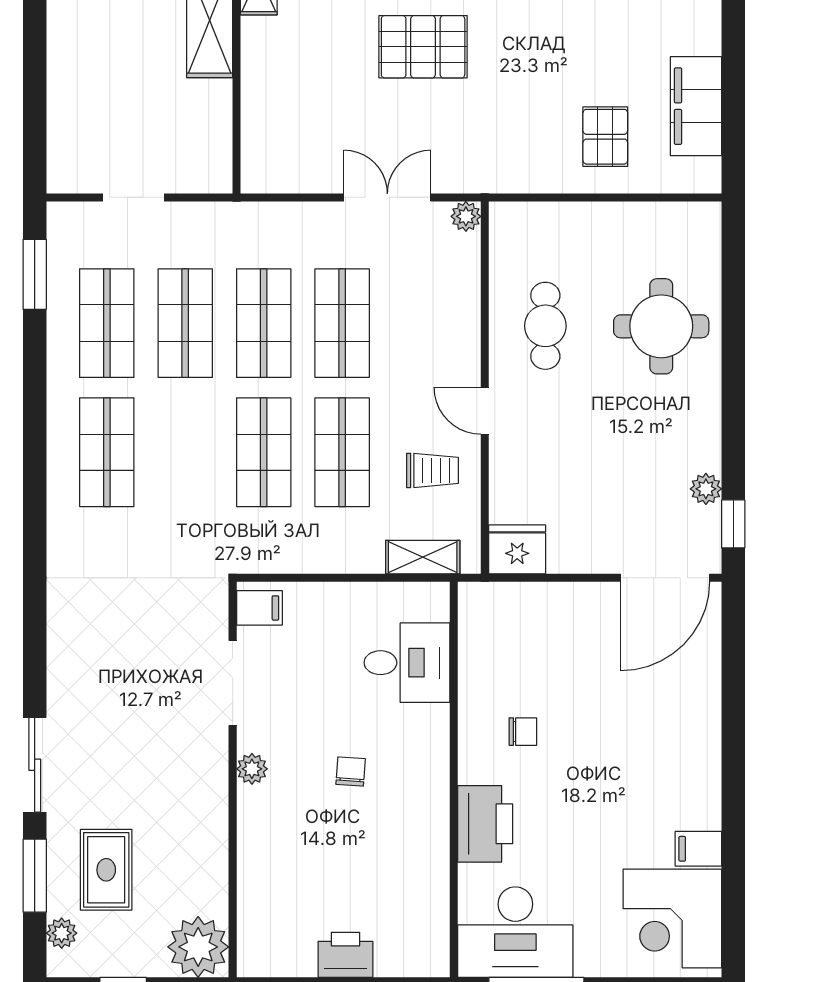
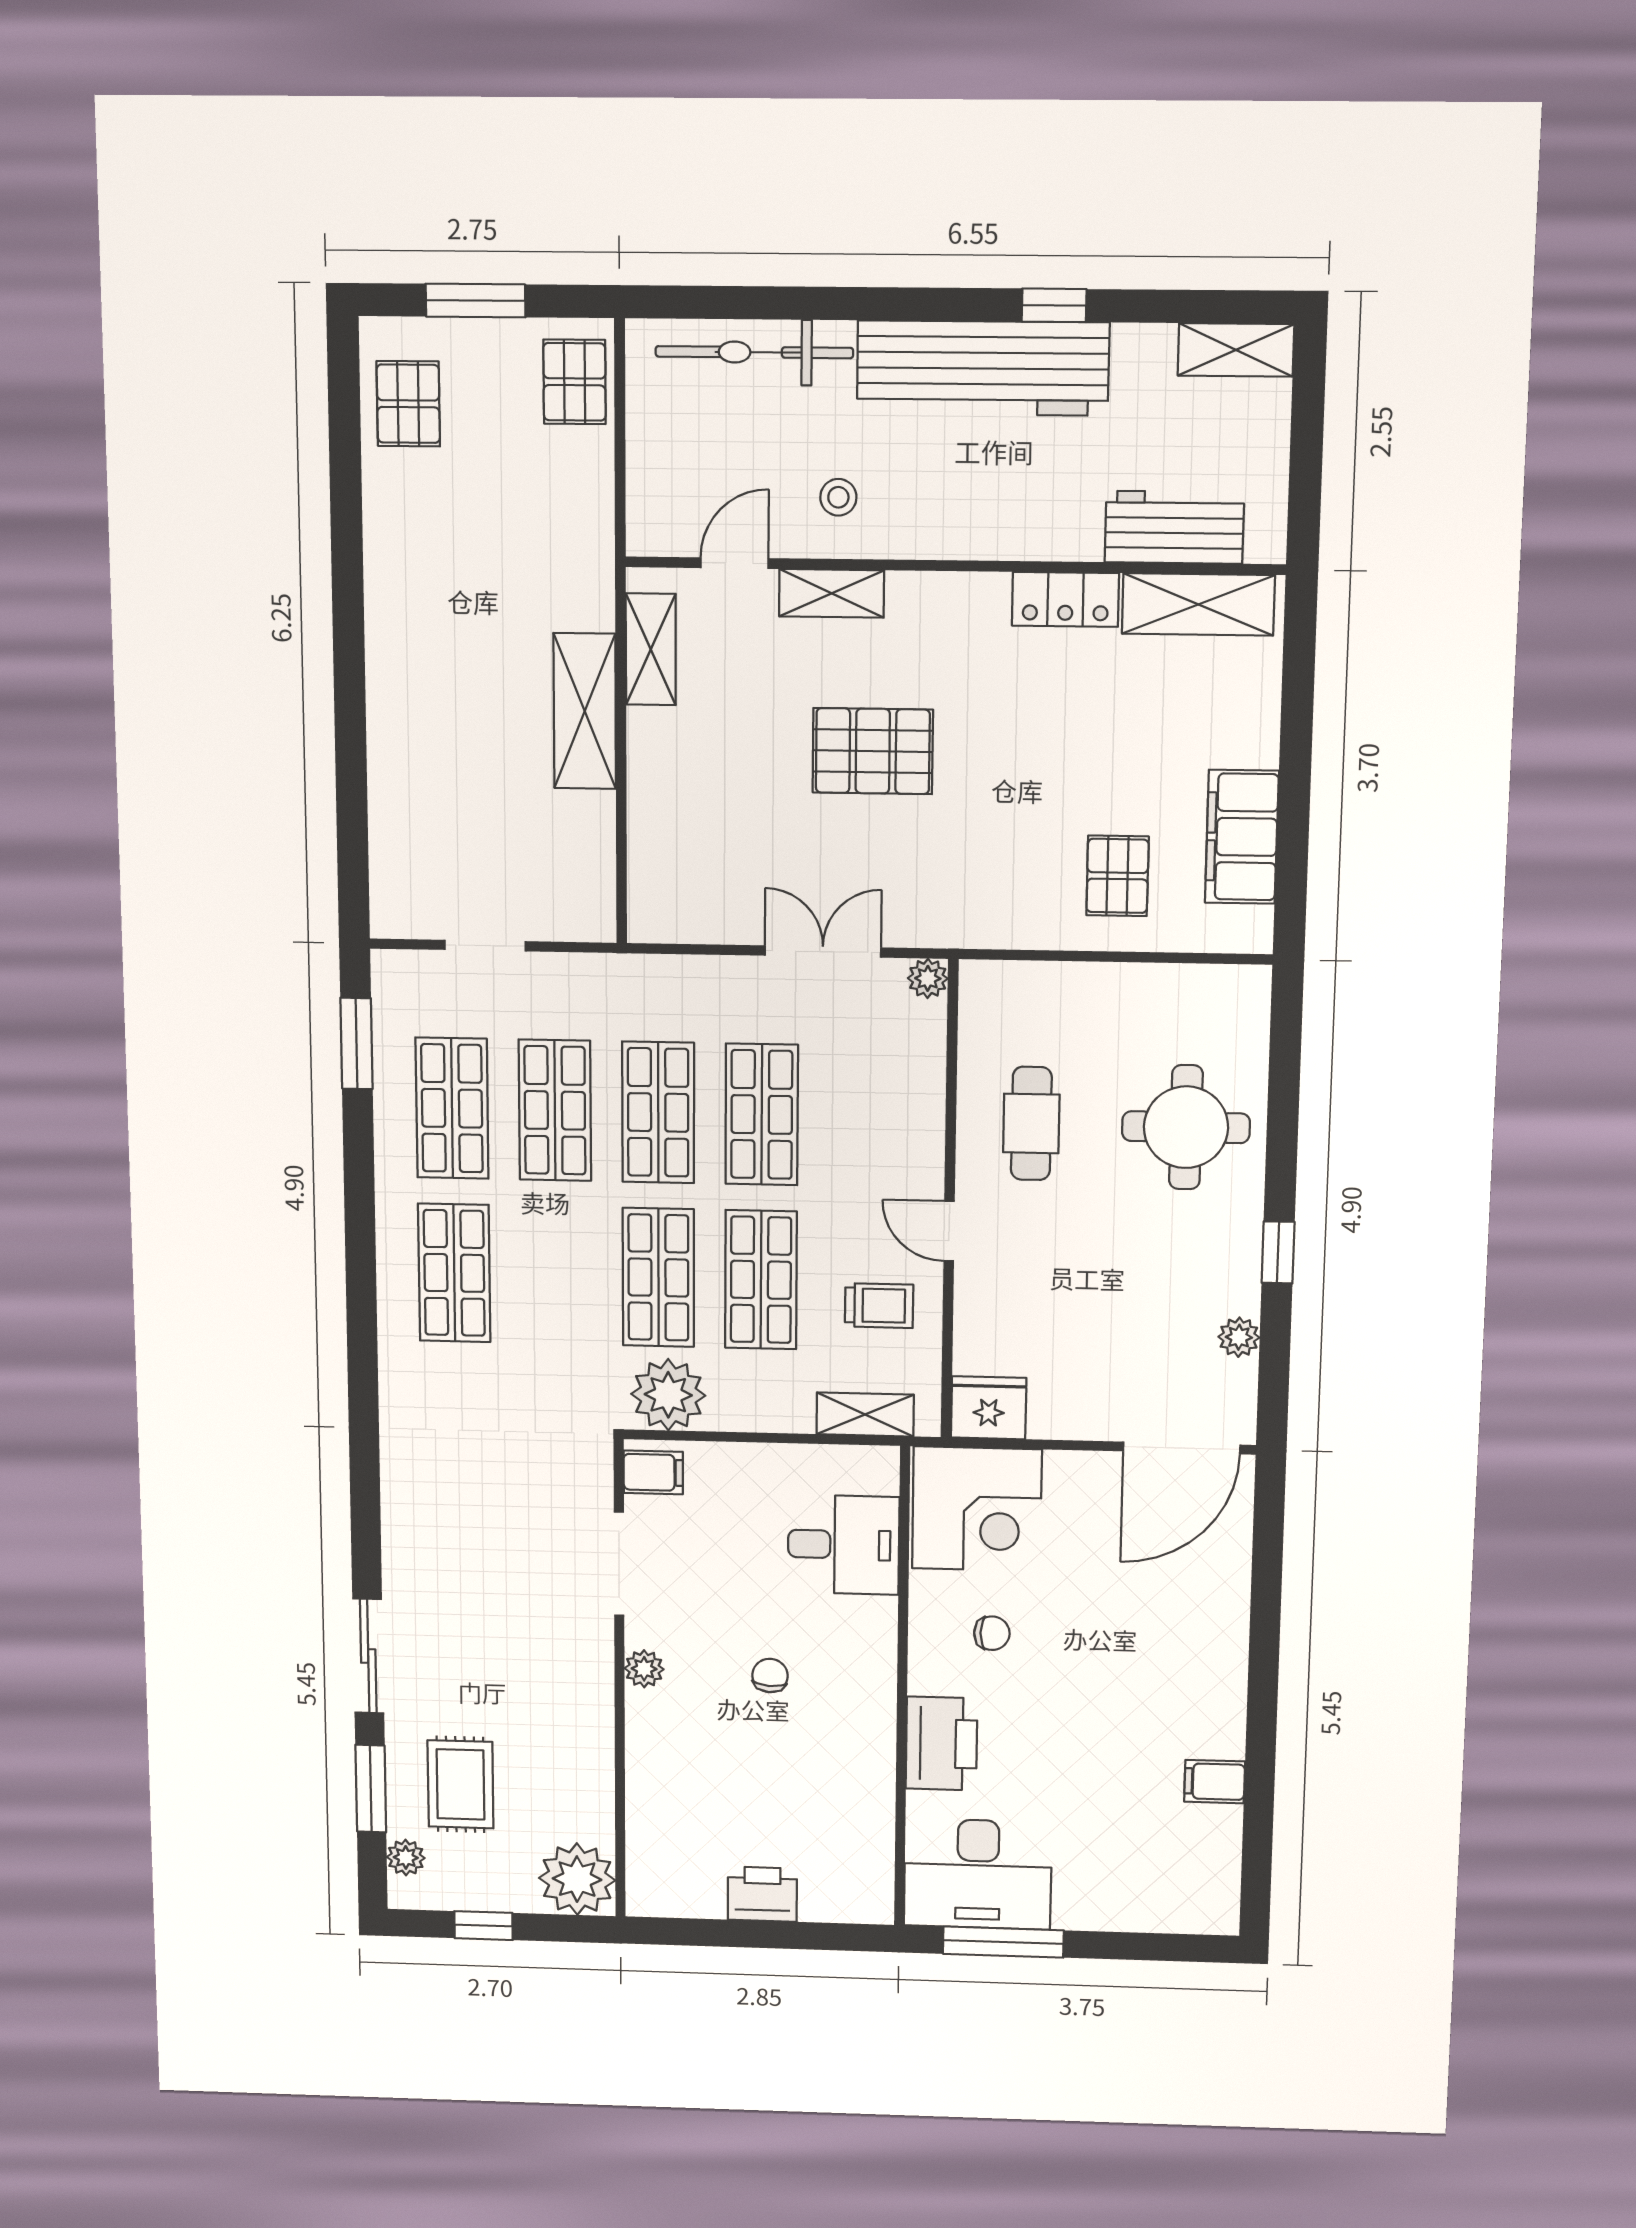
window: (733, 524) -> (1278, 1252), moved
plant: (271, 545) -> (668, 1395), added
corner desk: (672, 918) -> (977, 1509), moved, turned -90

